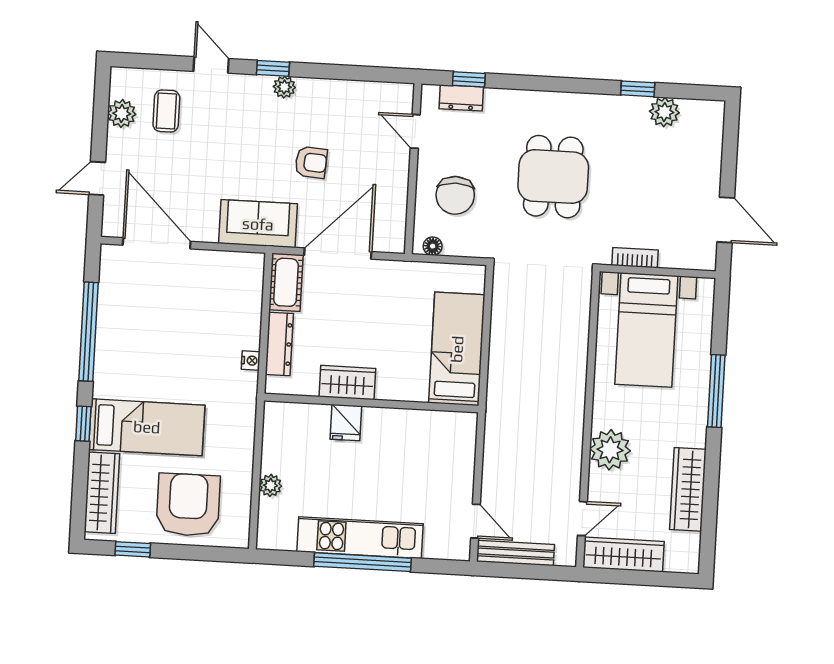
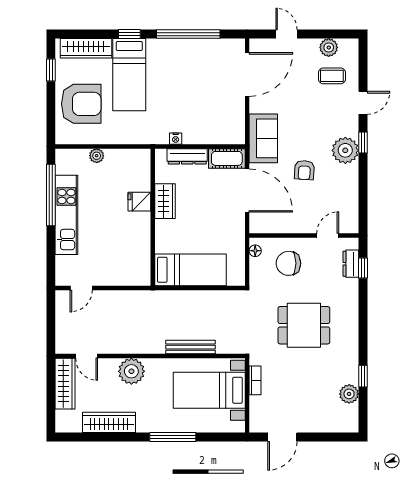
plant: (284, 87) -> (345, 150), width x1.88, depth x1.88
bench: (515, 553) -> (190, 347), moved, turned 90
window: (363, 562) -> (51, 195), moved

